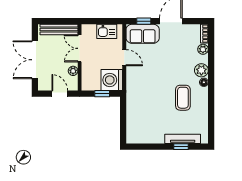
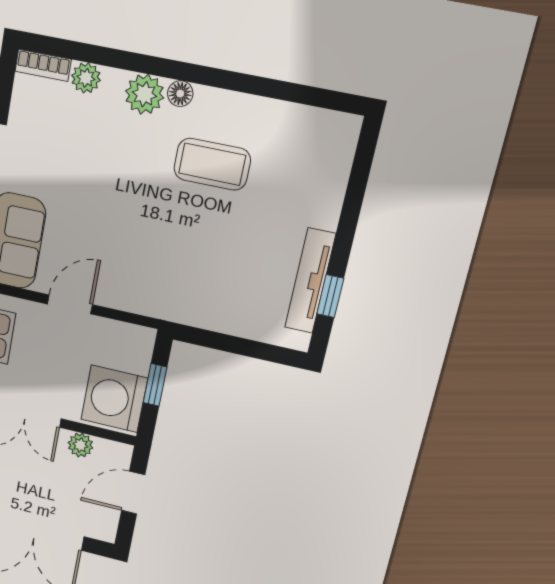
washing machine: (112, 80) -> (114, 399), moved, turned 90
tv unit: (183, 139) -> (310, 281), moved
window: (181, 147) -> (330, 296), moved

